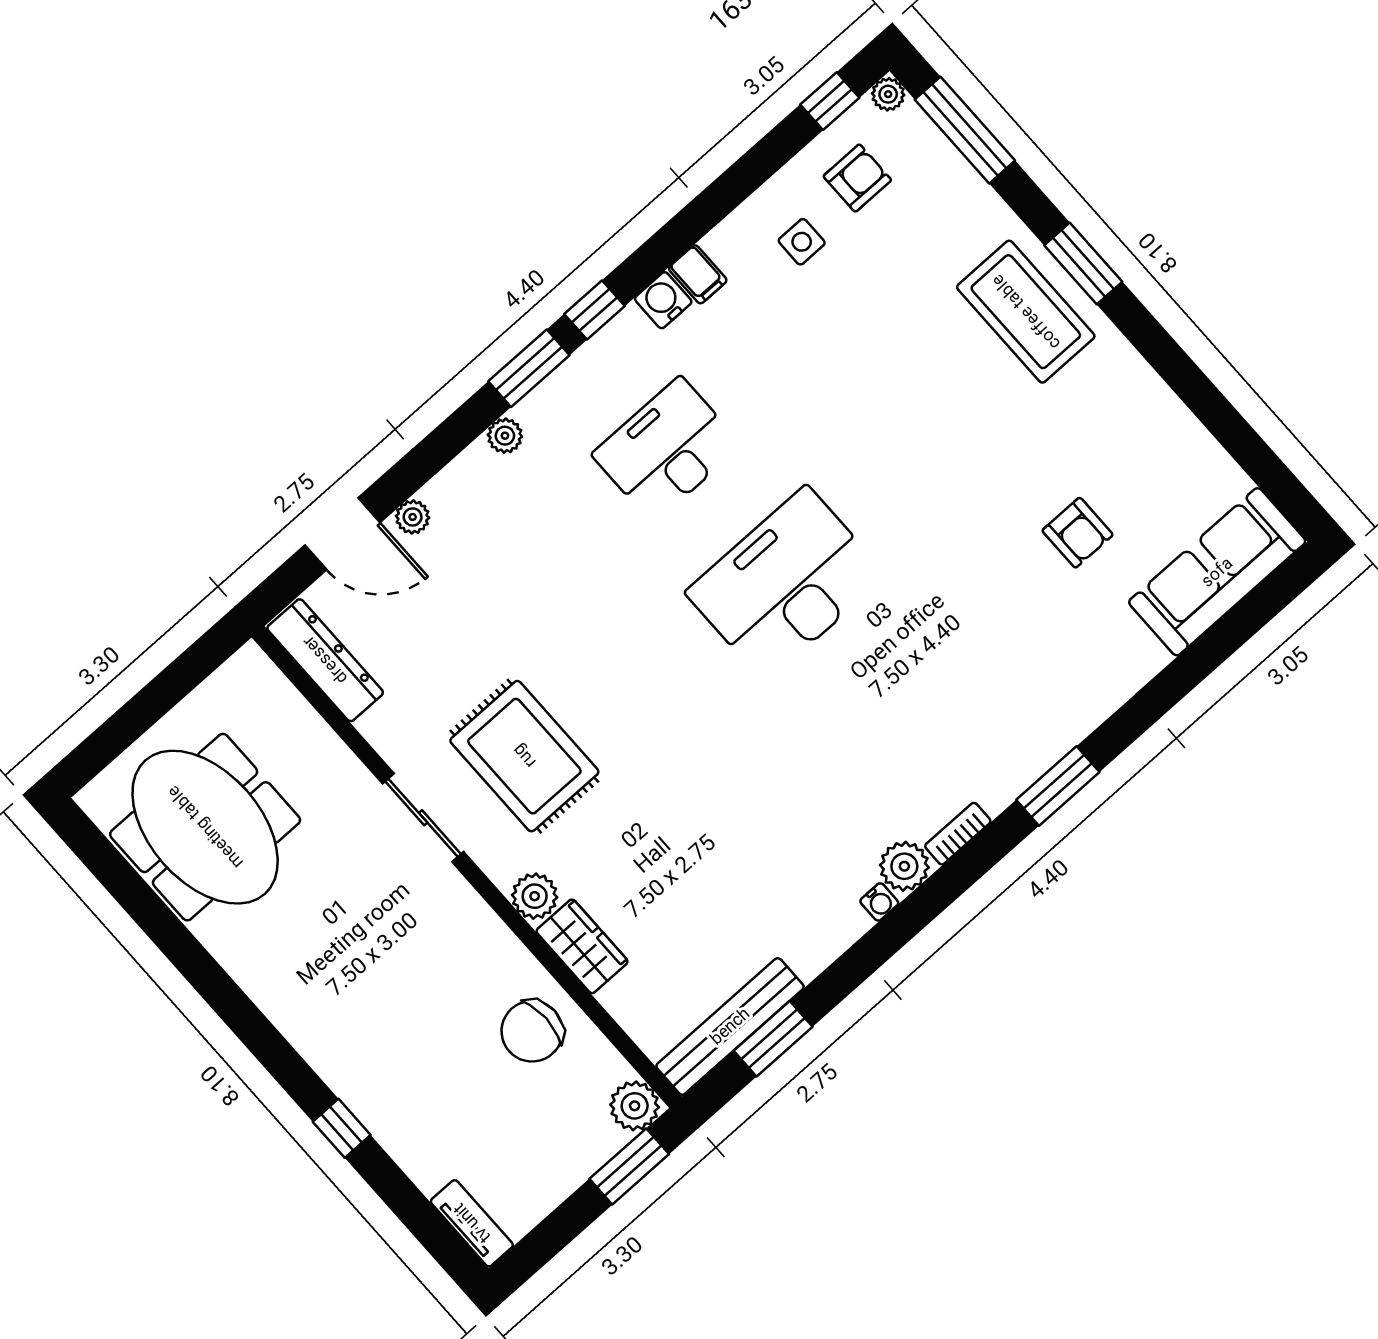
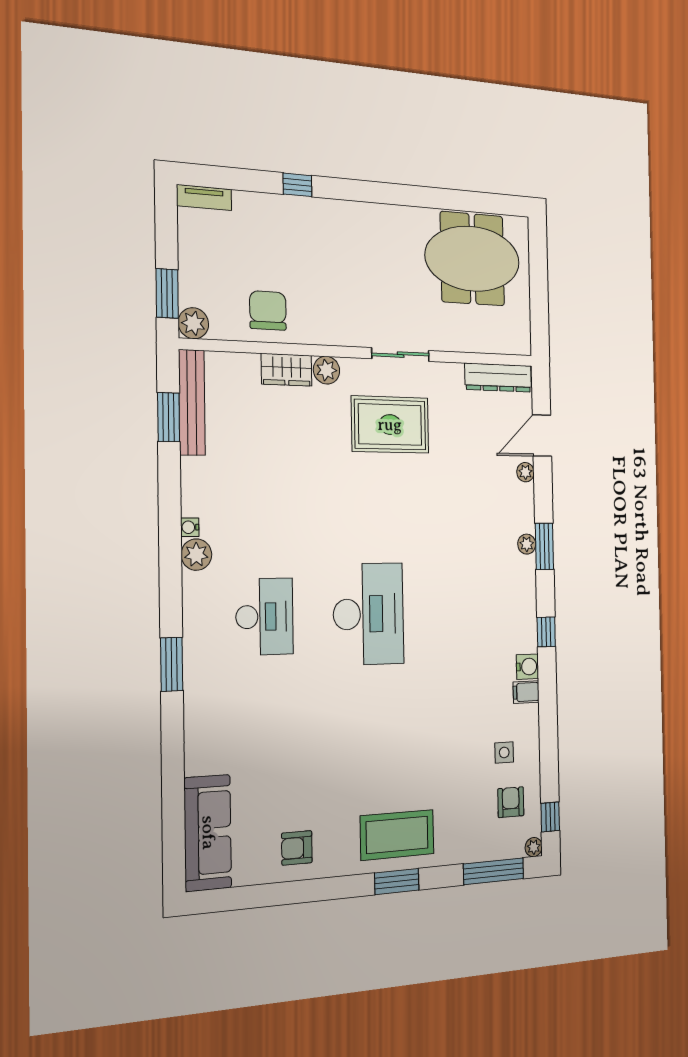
armchair: (857, 178) -> (511, 802), turned 180
window: (529, 368) -> (544, 546), moved
desk: (667, 450) -> (264, 617), moved
armchair: (1078, 533) -> (297, 848), moved
bookcase: (958, 834) -> (190, 595), removed

